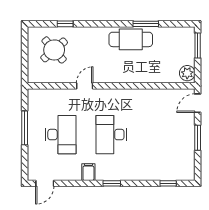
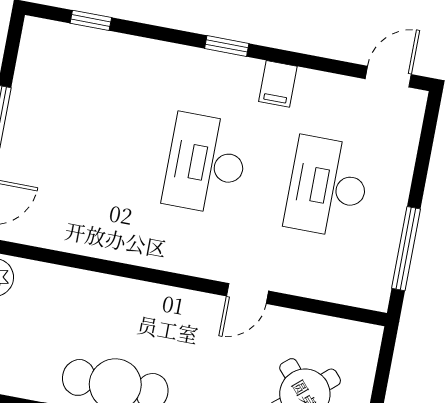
window: (25, 128) -> (406, 249), moved
desk: (111, 135) -> (206, 164), turned 180

